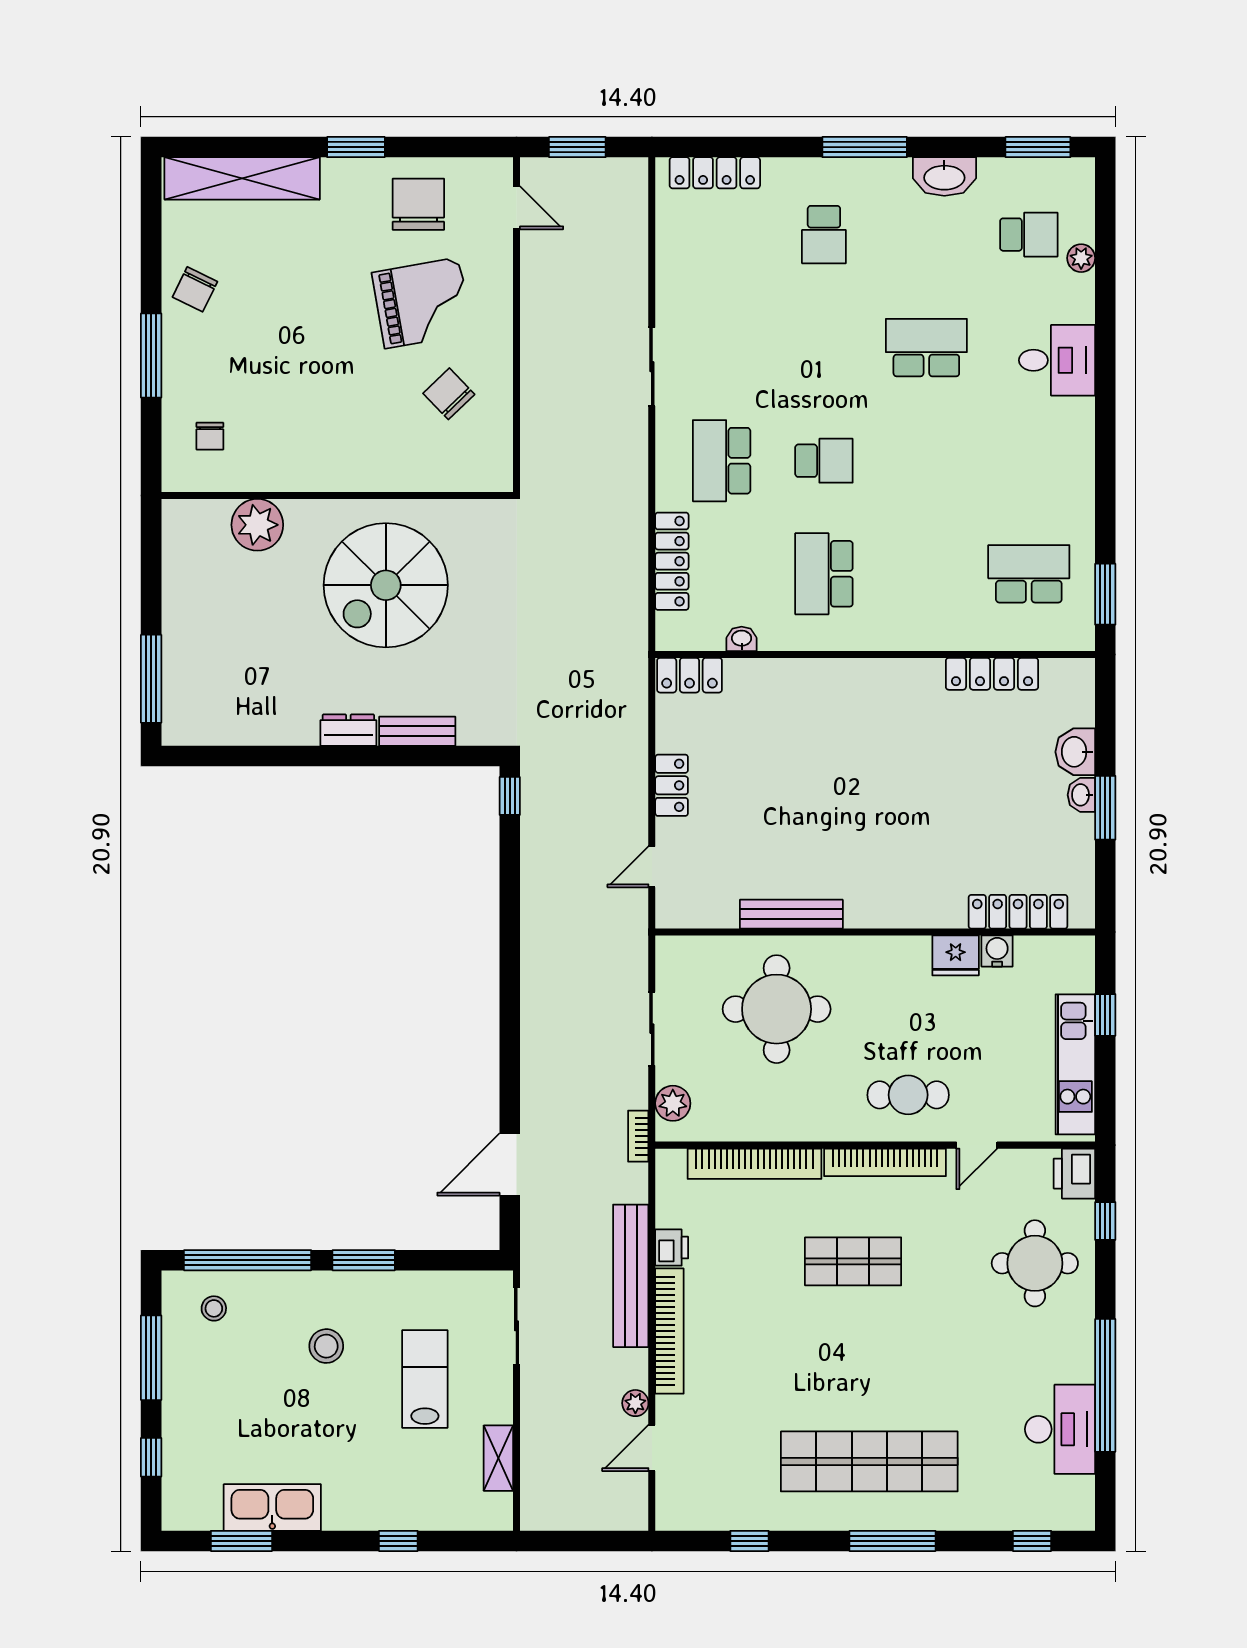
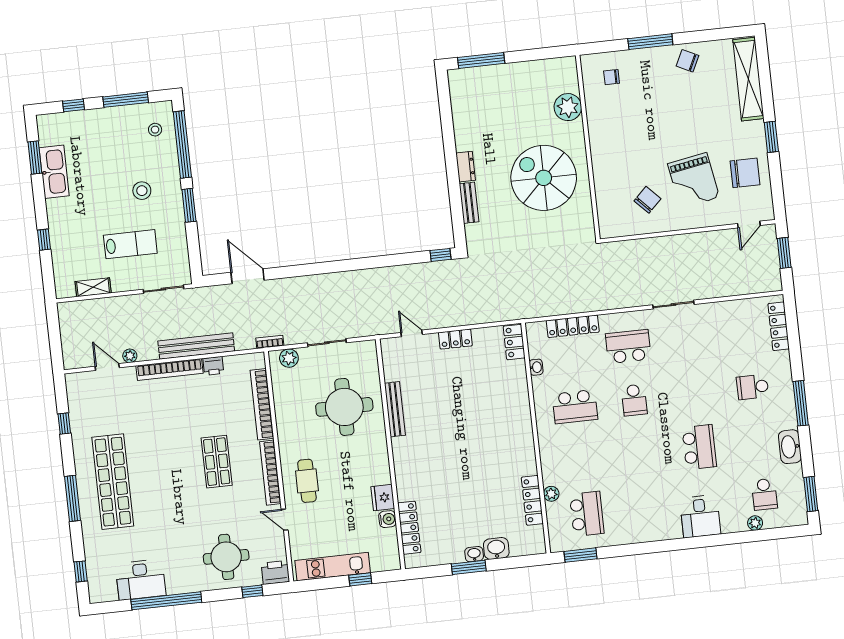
school desk: (824, 574) -> (575, 407), turned 180
plant: (984, 637) -> (551, 494), added

